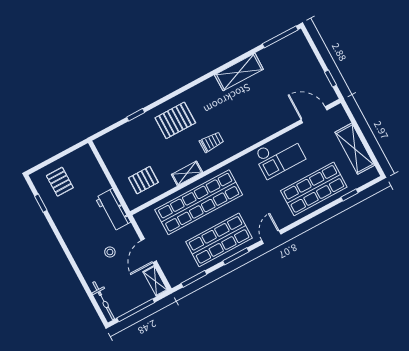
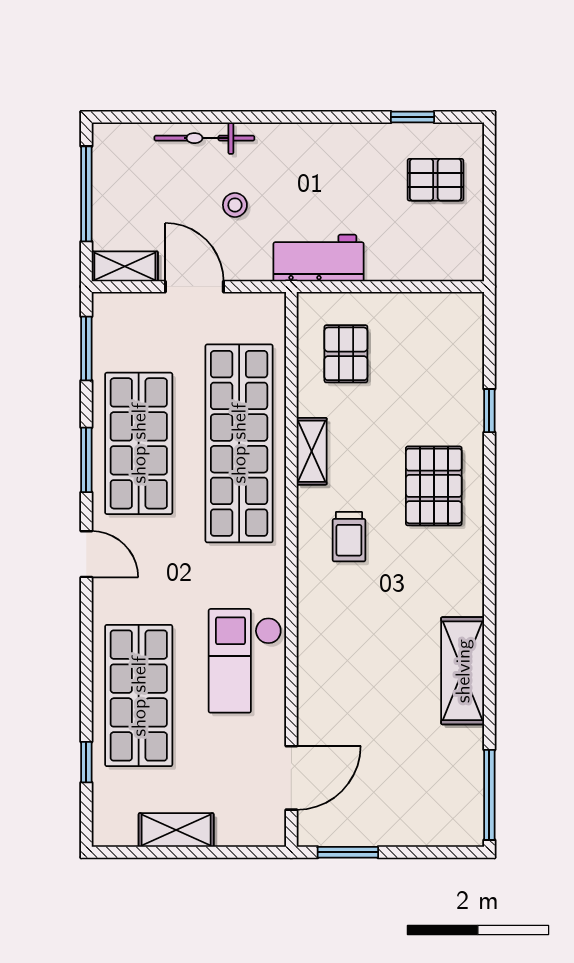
window: (330, 78) -> (348, 852), width x1.50
shelving: (355, 149) -> (176, 830), width x0.67, depth x0.75
bicycle: (104, 301) -> (204, 138), moved

